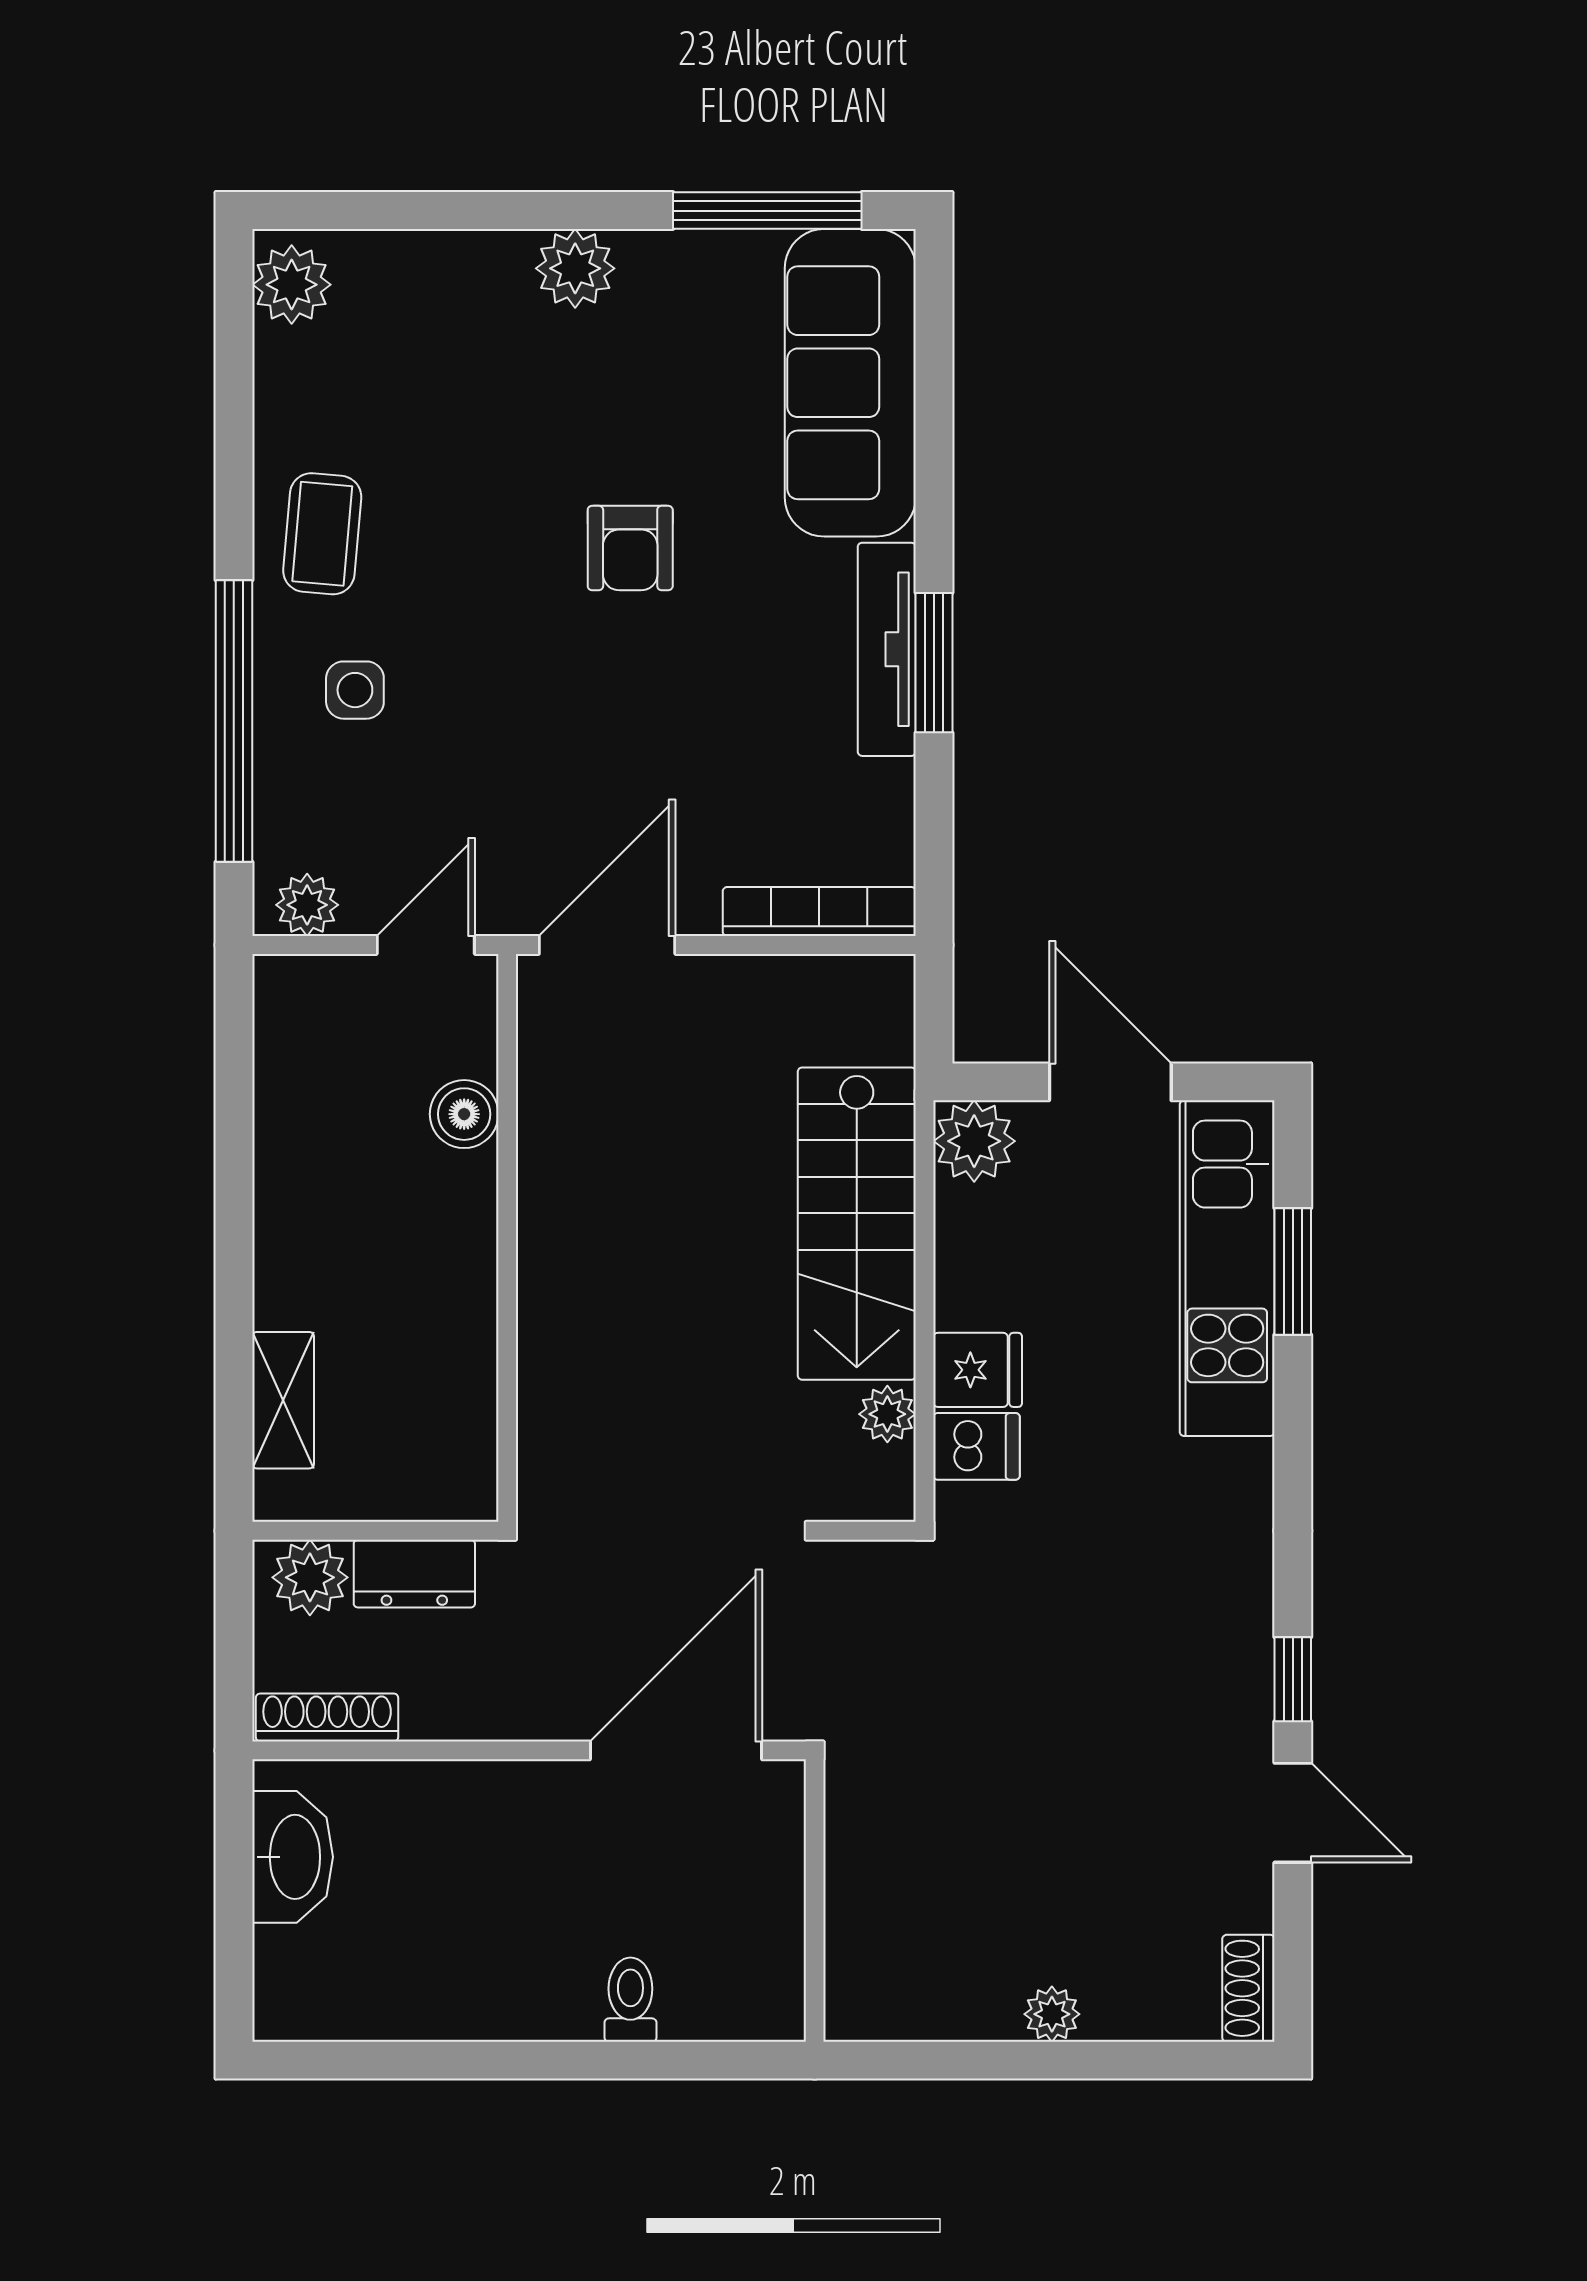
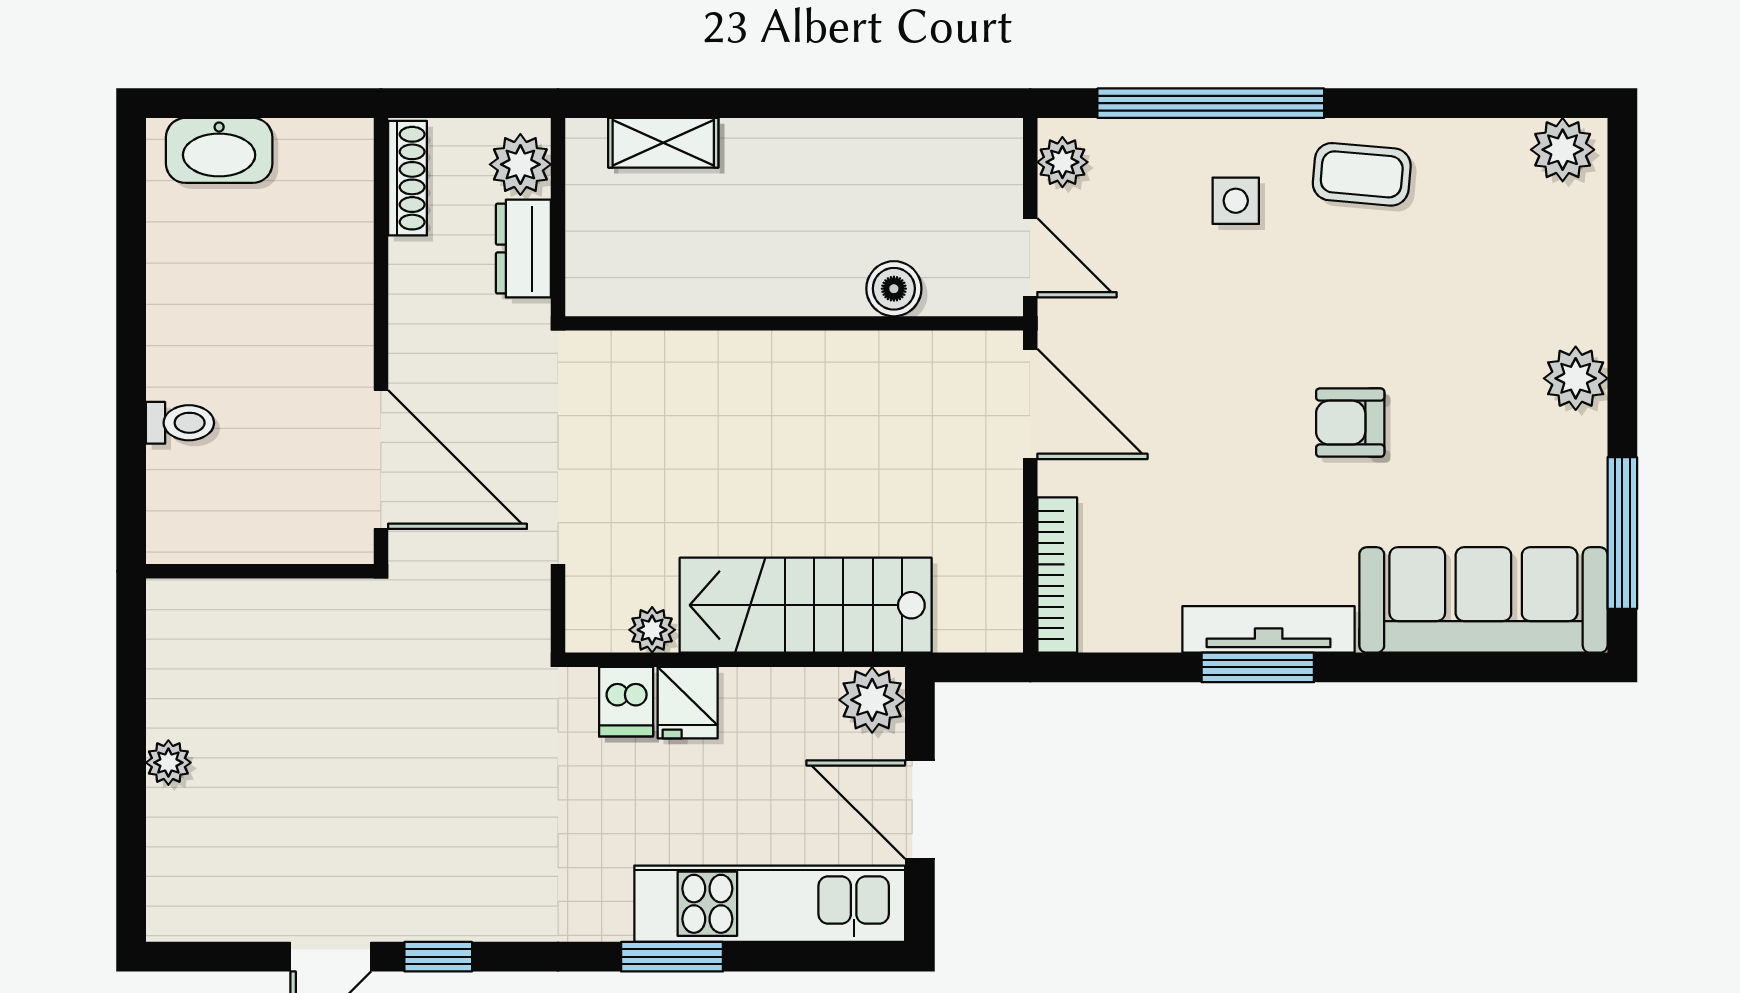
door: (1110, 1082) -> (920, 810), swing flipped
window: (1293, 1271) -> (672, 957), moved
washbasin: (293, 1857) -> (219, 150), moved
shoe rack: (1248, 1988) -> (189, 921), removed

